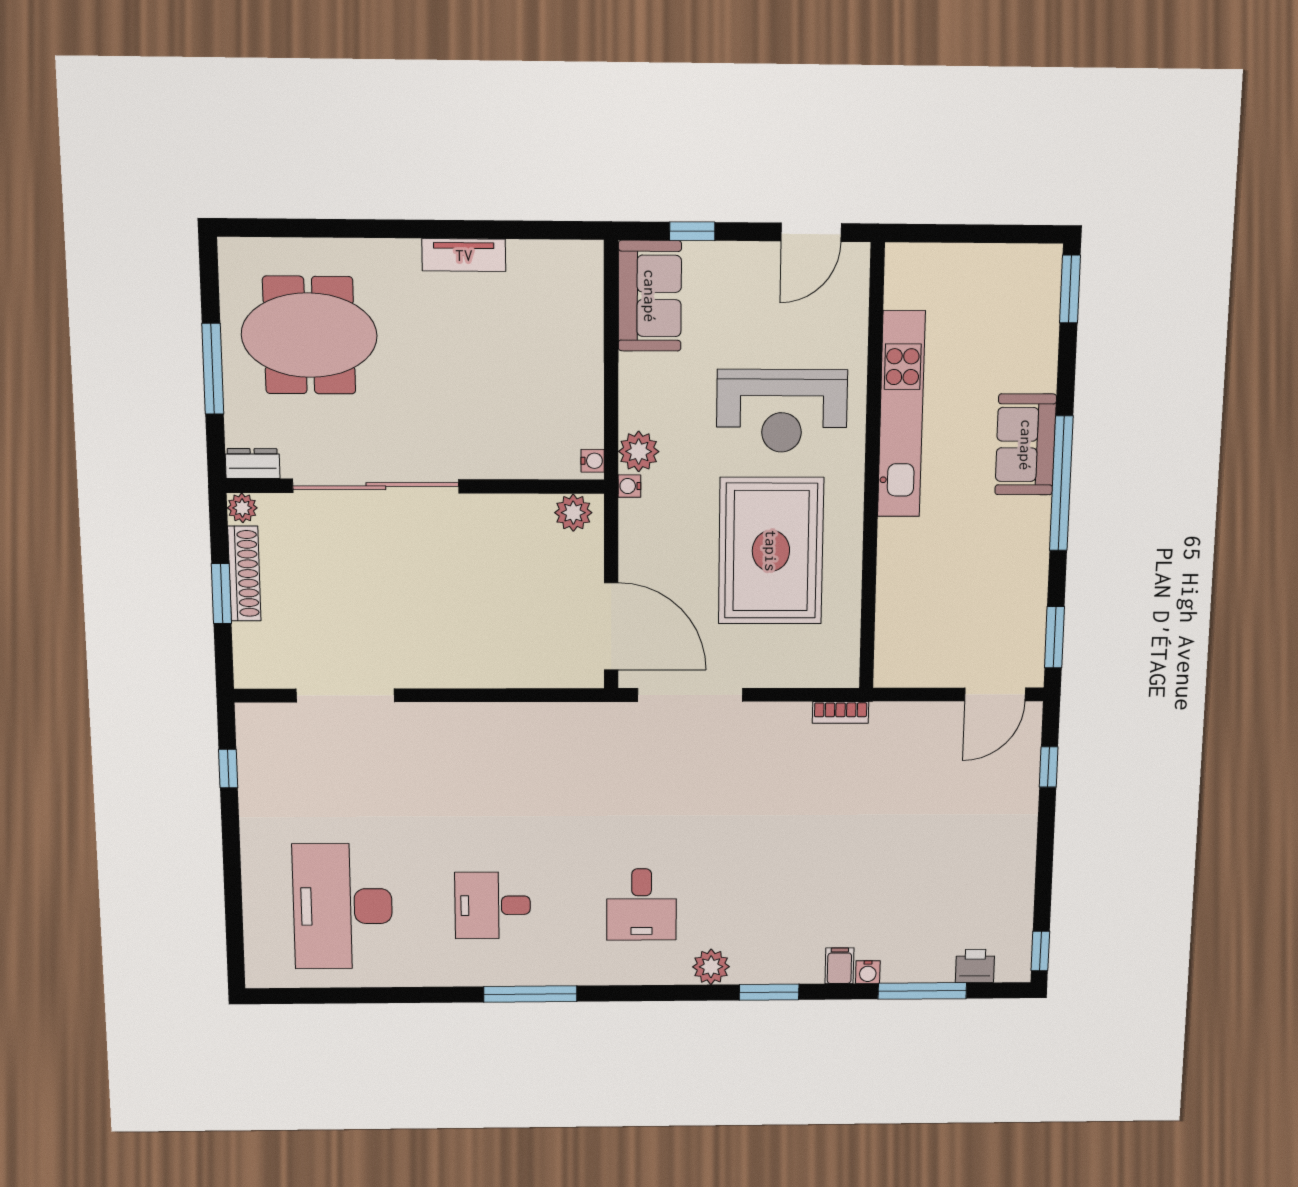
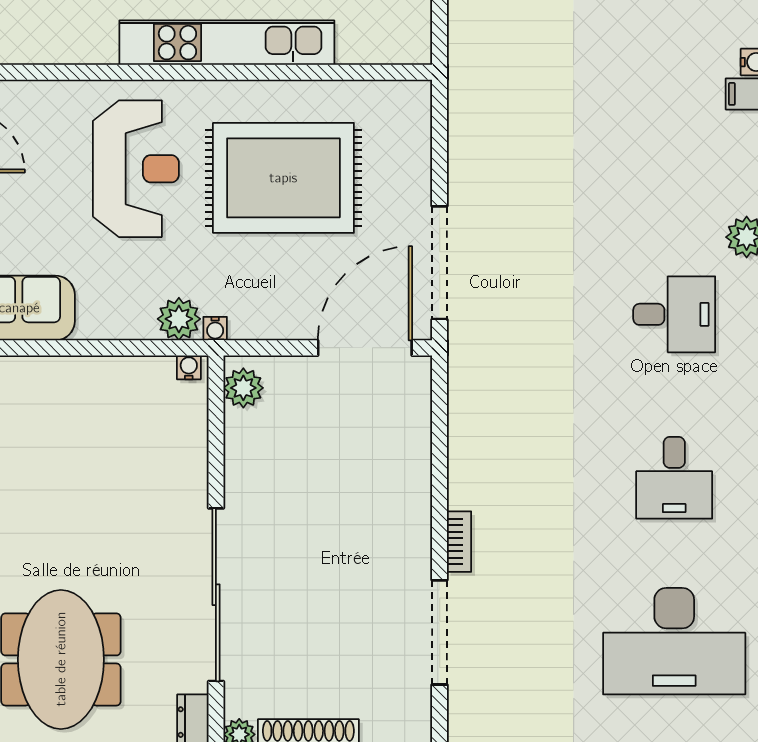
kitchen unit: (901, 414) -> (227, 43), moved
bookcase: (841, 712) -> (459, 542), moved

